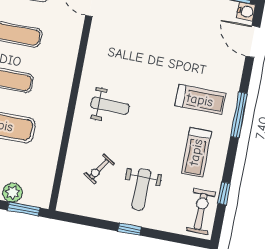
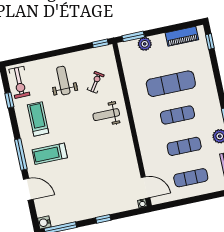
door: (253, 42) -> (28, 189), moved
weight bench: (110, 106) -> (106, 115), moved
window: (129, 229) -> (100, 43), moved

